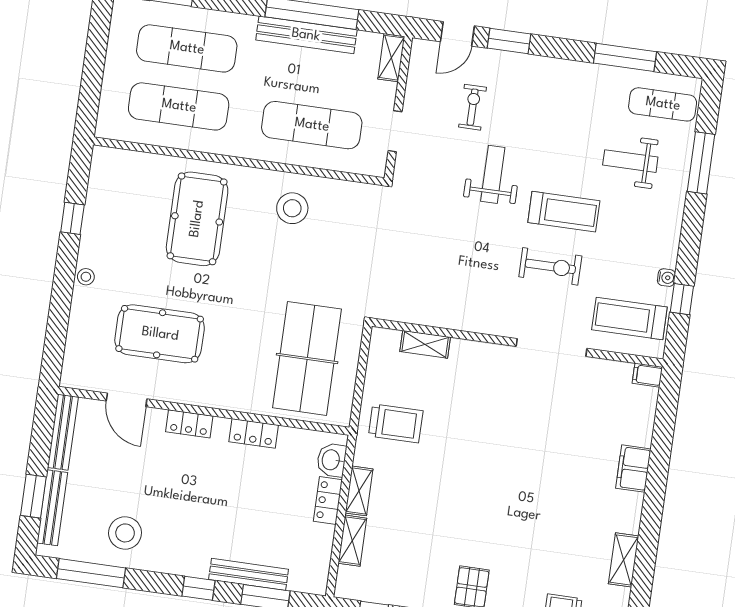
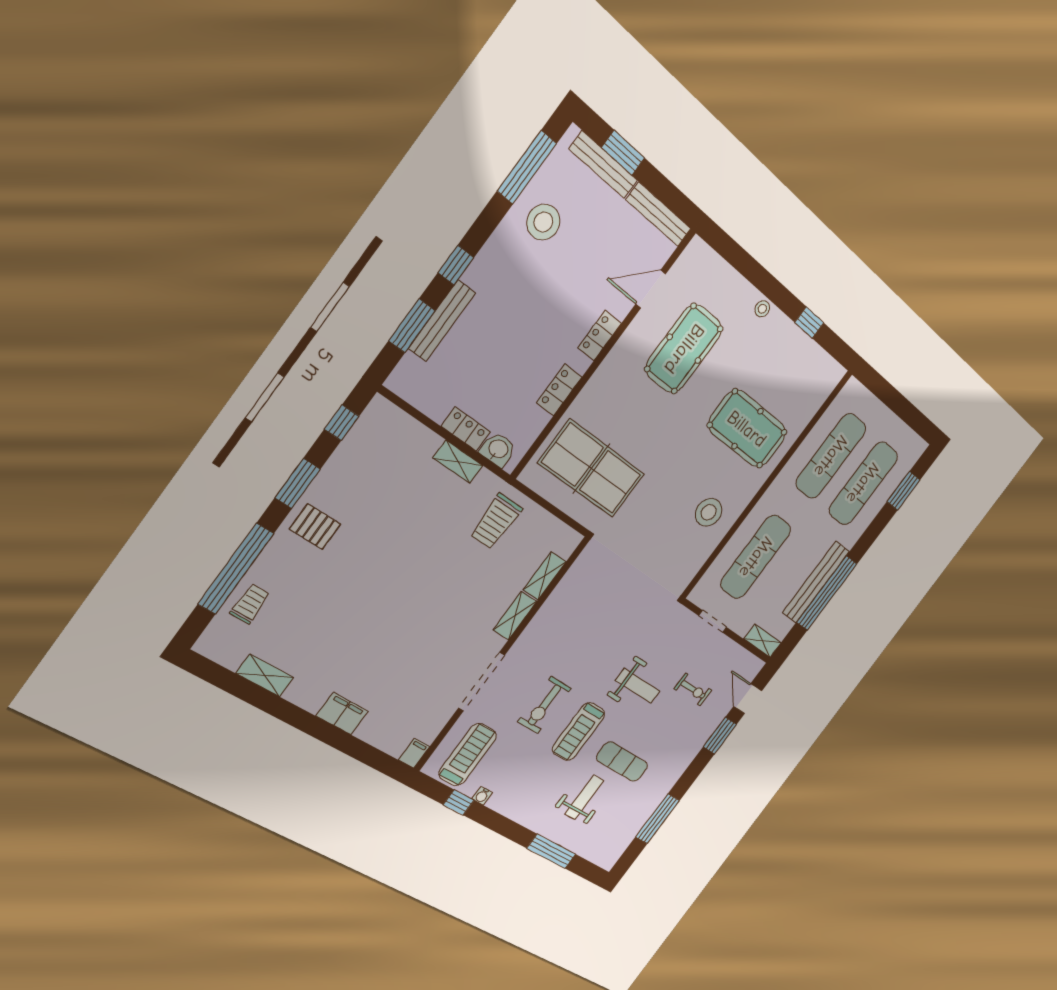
exercise mat: (663, 104) -> (622, 762), moved, turned 90
shelving: (352, 541) -> (515, 616), moved, turned 90

